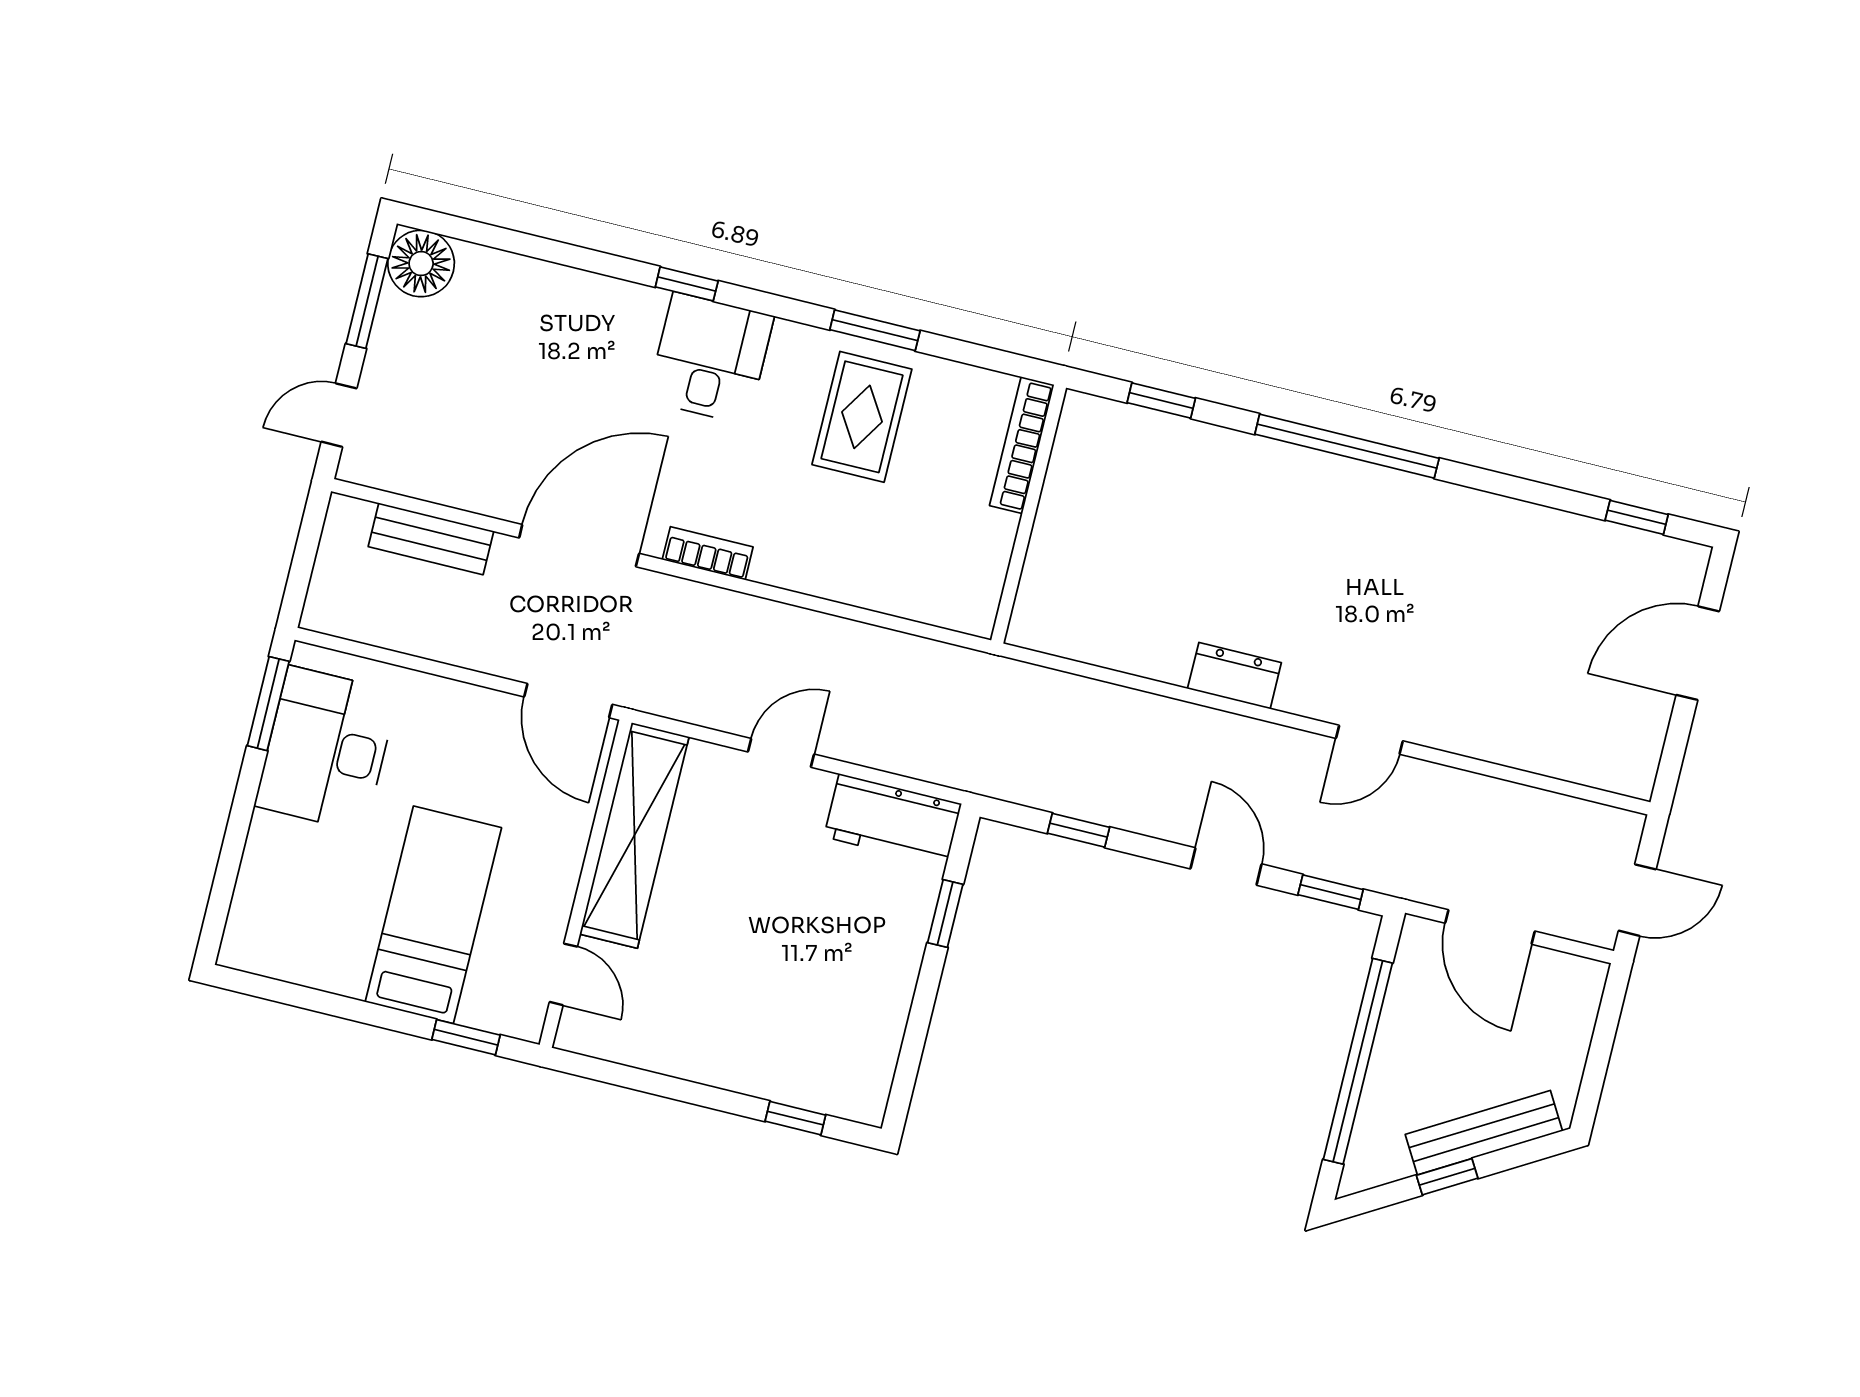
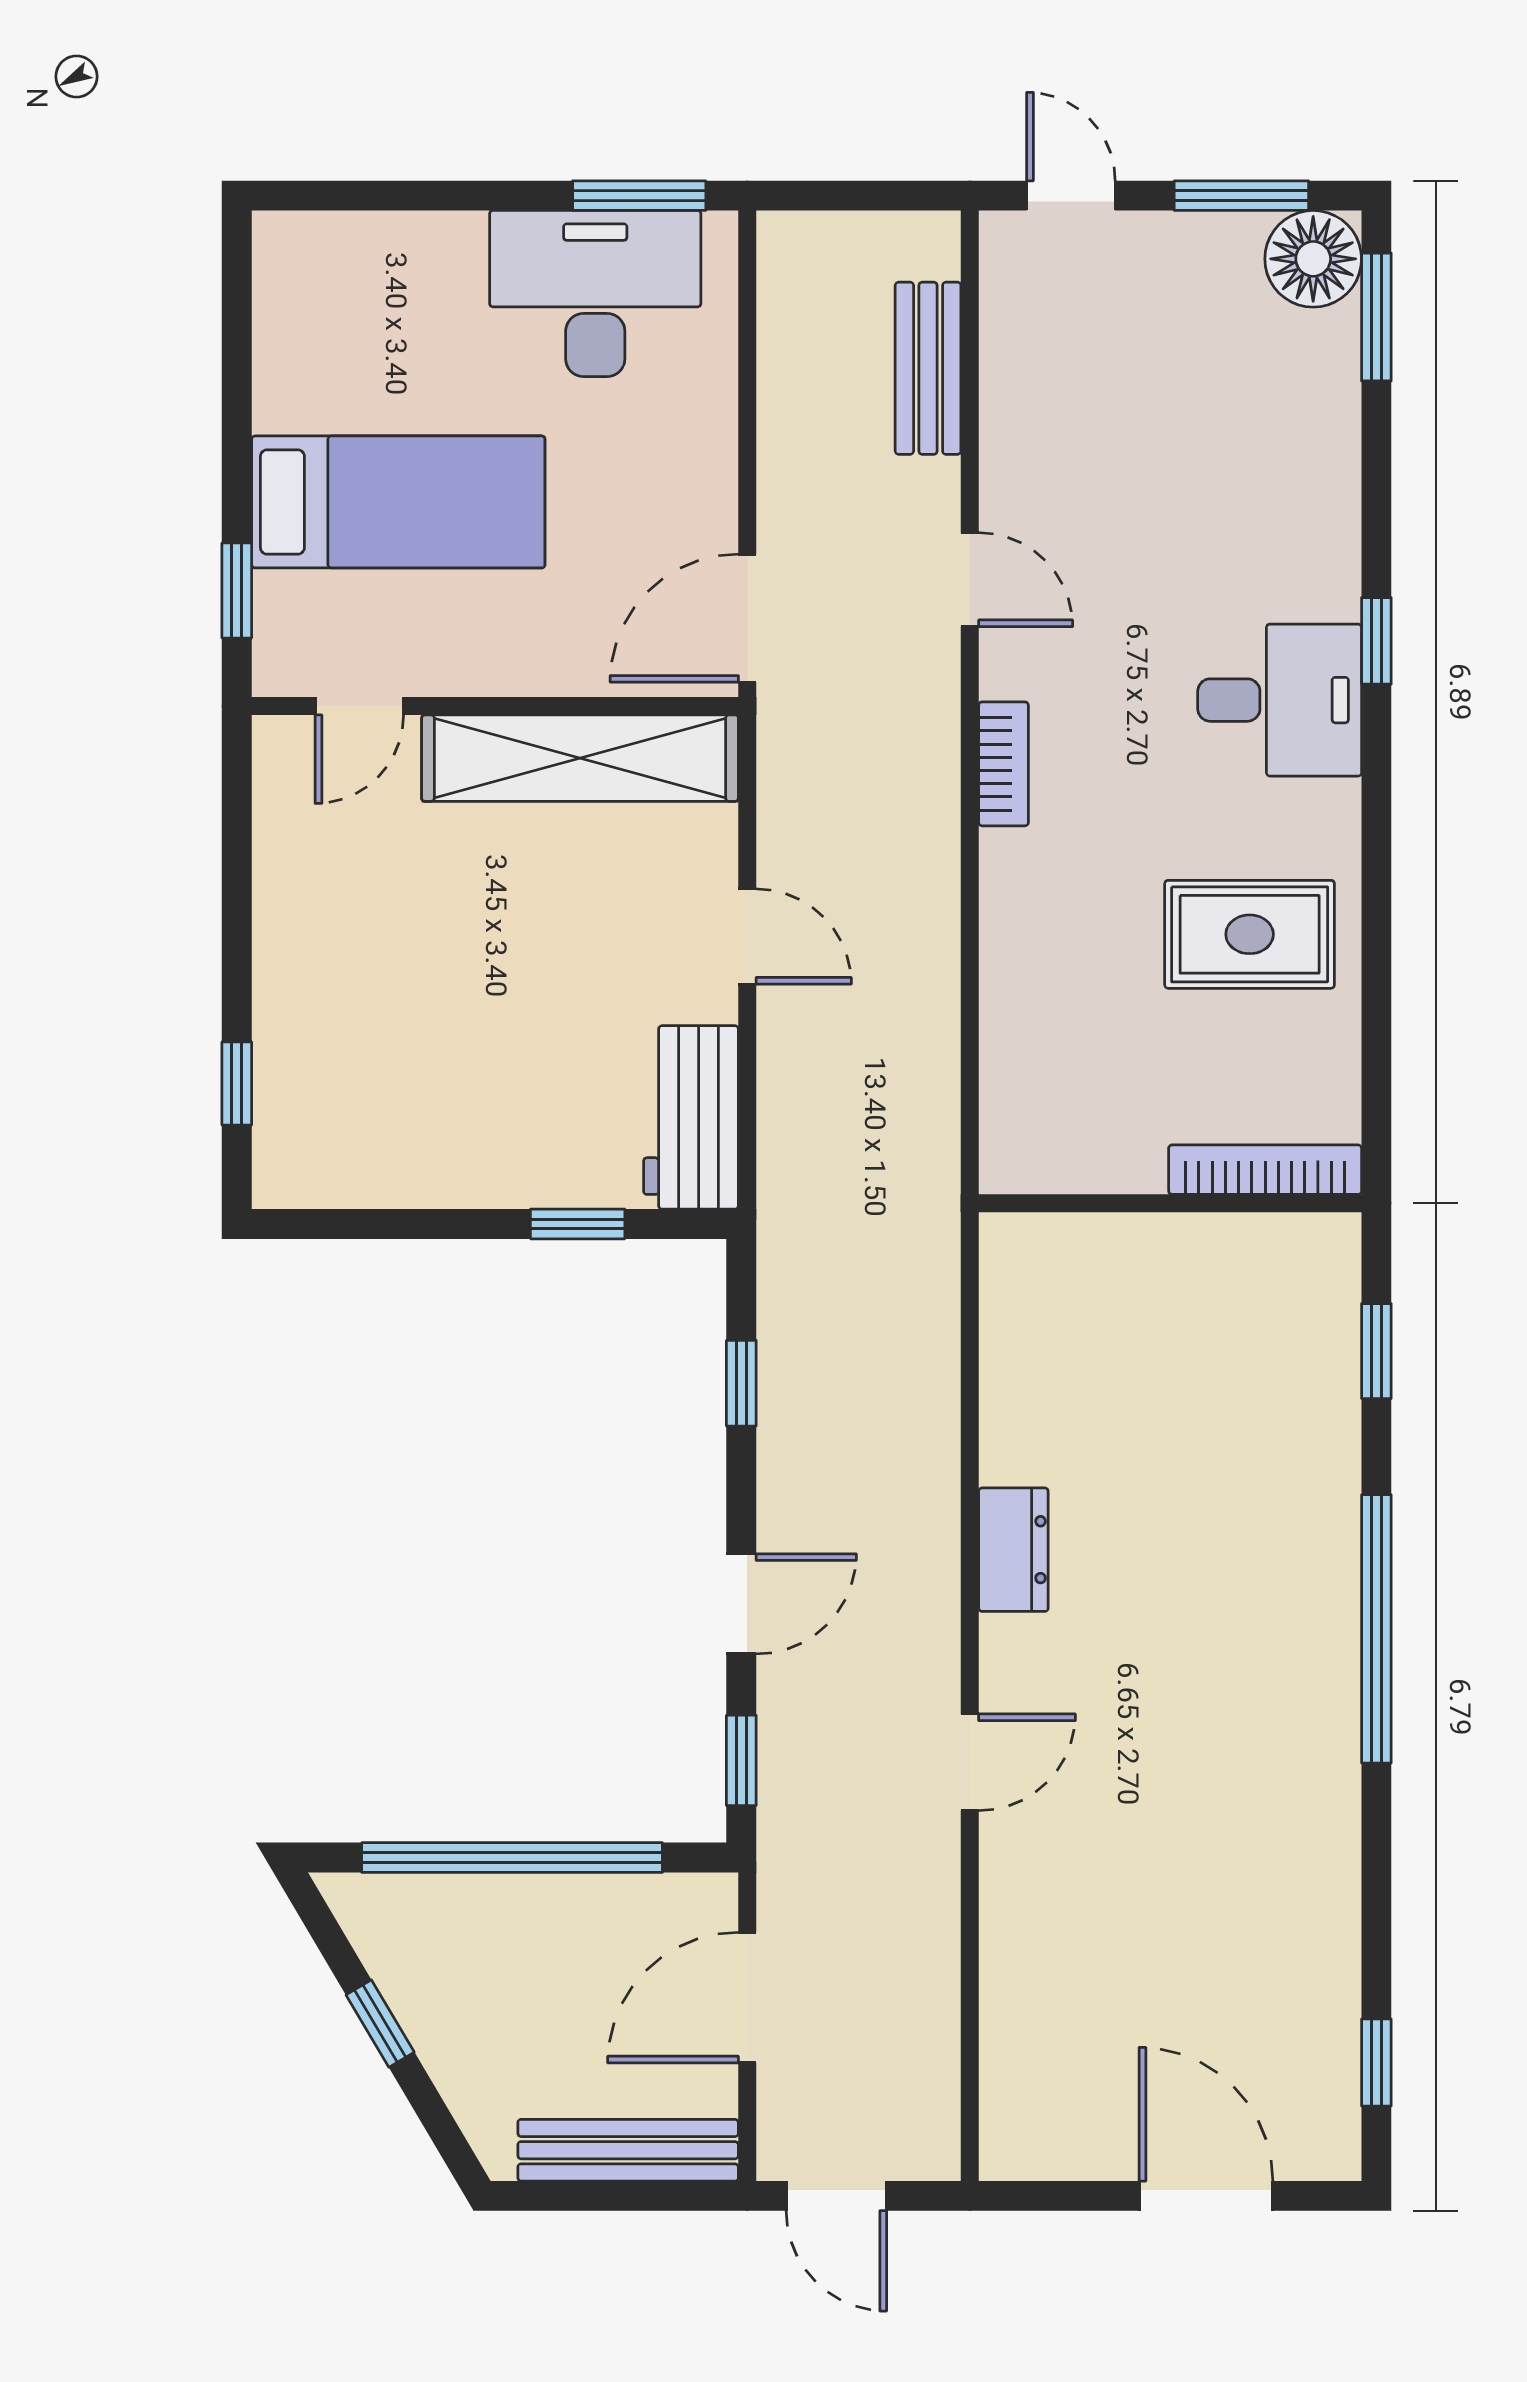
window: (875, 330) -> (1376, 317), moved
door: (579, 546) -> (970, 580), width x0.53
door: (1369, 740) -> (970, 1762), swing flipped
bench: (1484, 1133) -> (628, 2150), moved, turned -59

